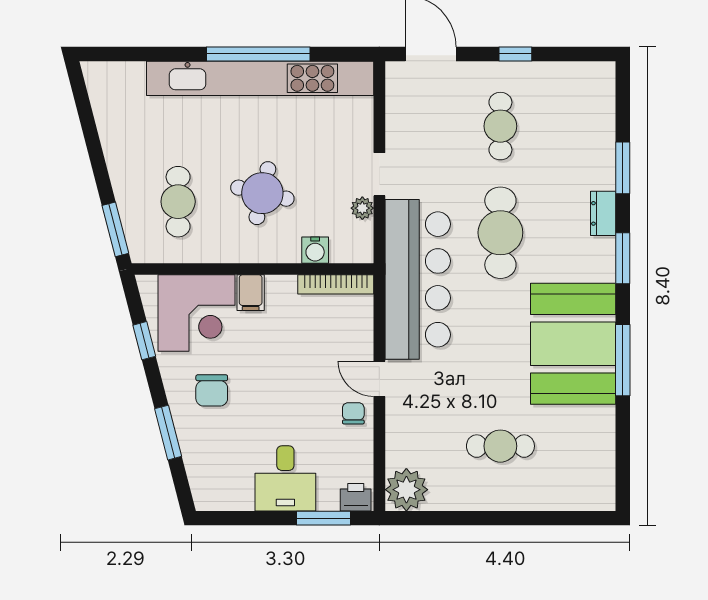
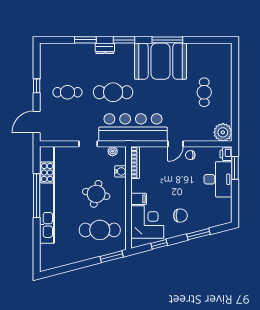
cafe table: (178, 202) -> (100, 230), width x1.37, depth x1.35
plant: (362, 208) -> (113, 151), moved
desk: (285, 478) -> (218, 179), width x1.37

